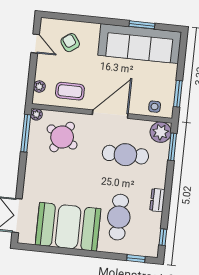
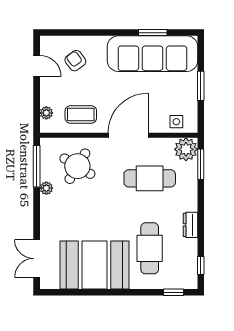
window: (178, 94) -> (201, 86), moved
plant: (36, 114) -> (46, 188), moved

